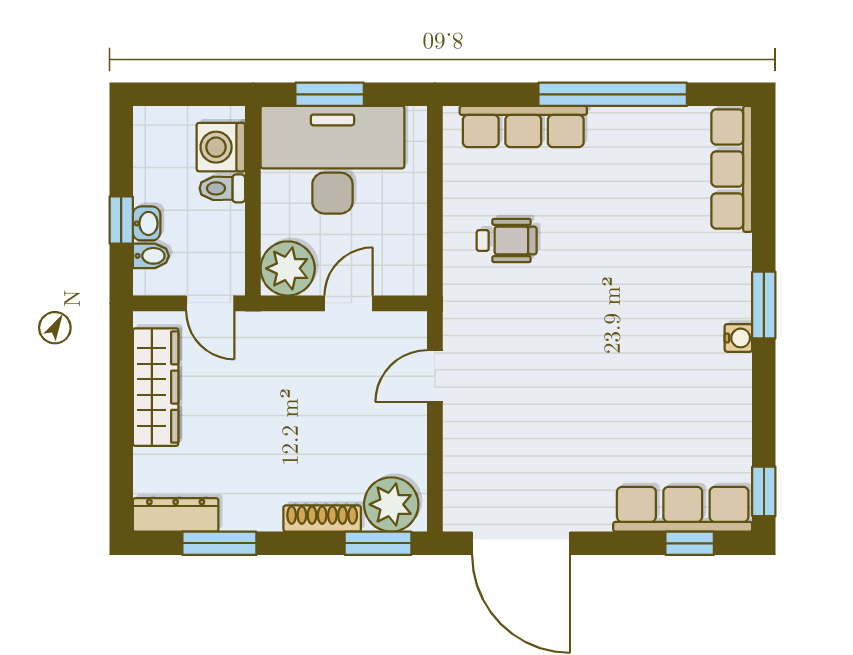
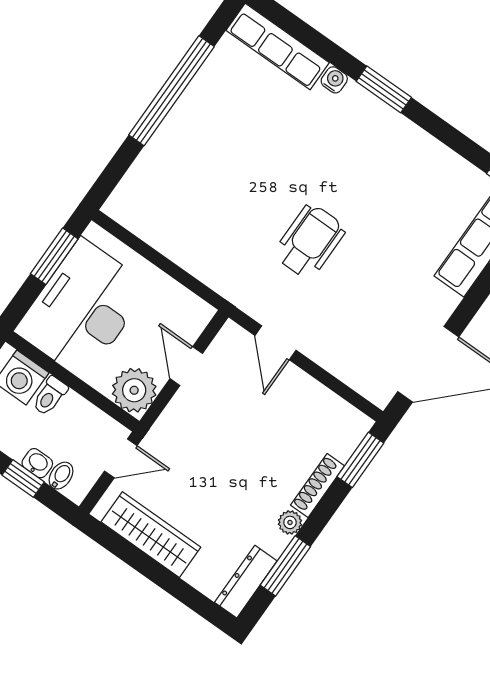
window: (330, 94) -> (54, 256), moved
row of seats: (523, 127) -> (151, 166), removed
wheelchair: (507, 241) -> (310, 241), moved, width x1.36, depth x1.37
water cooler: (738, 338) -> (334, 80), moved
plant: (391, 504) -> (290, 522), moved, width x0.53, depth x0.53

